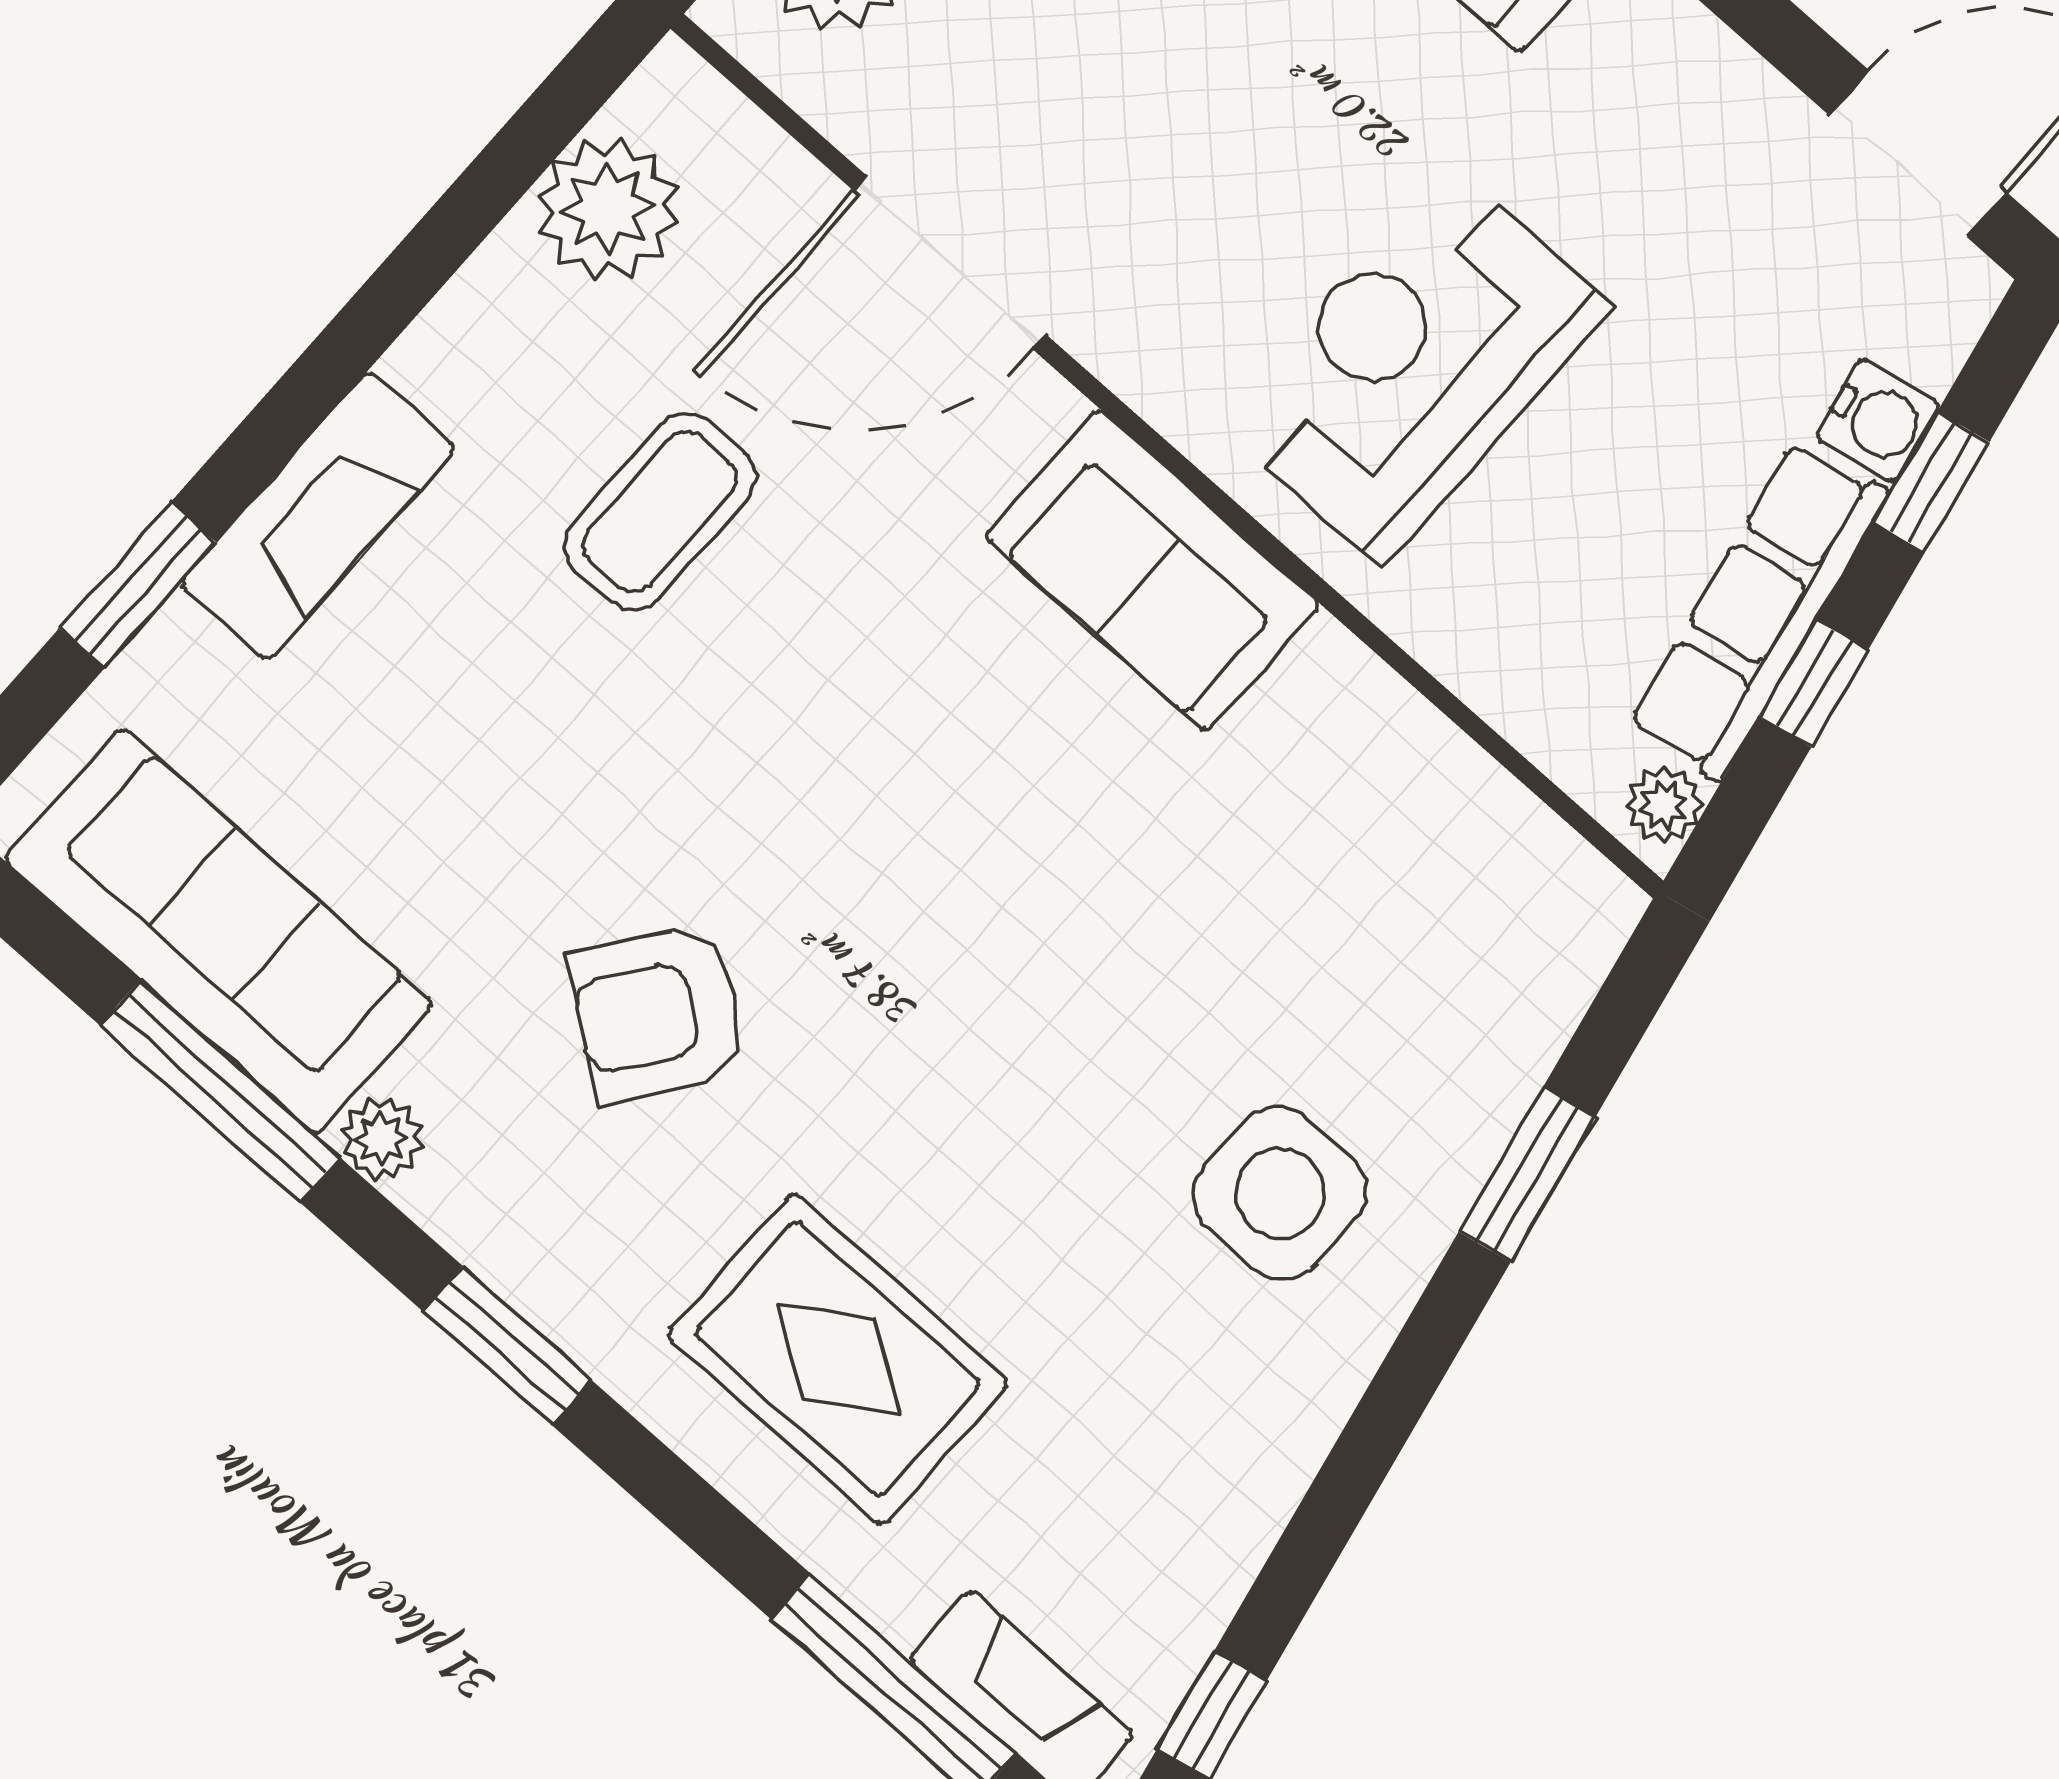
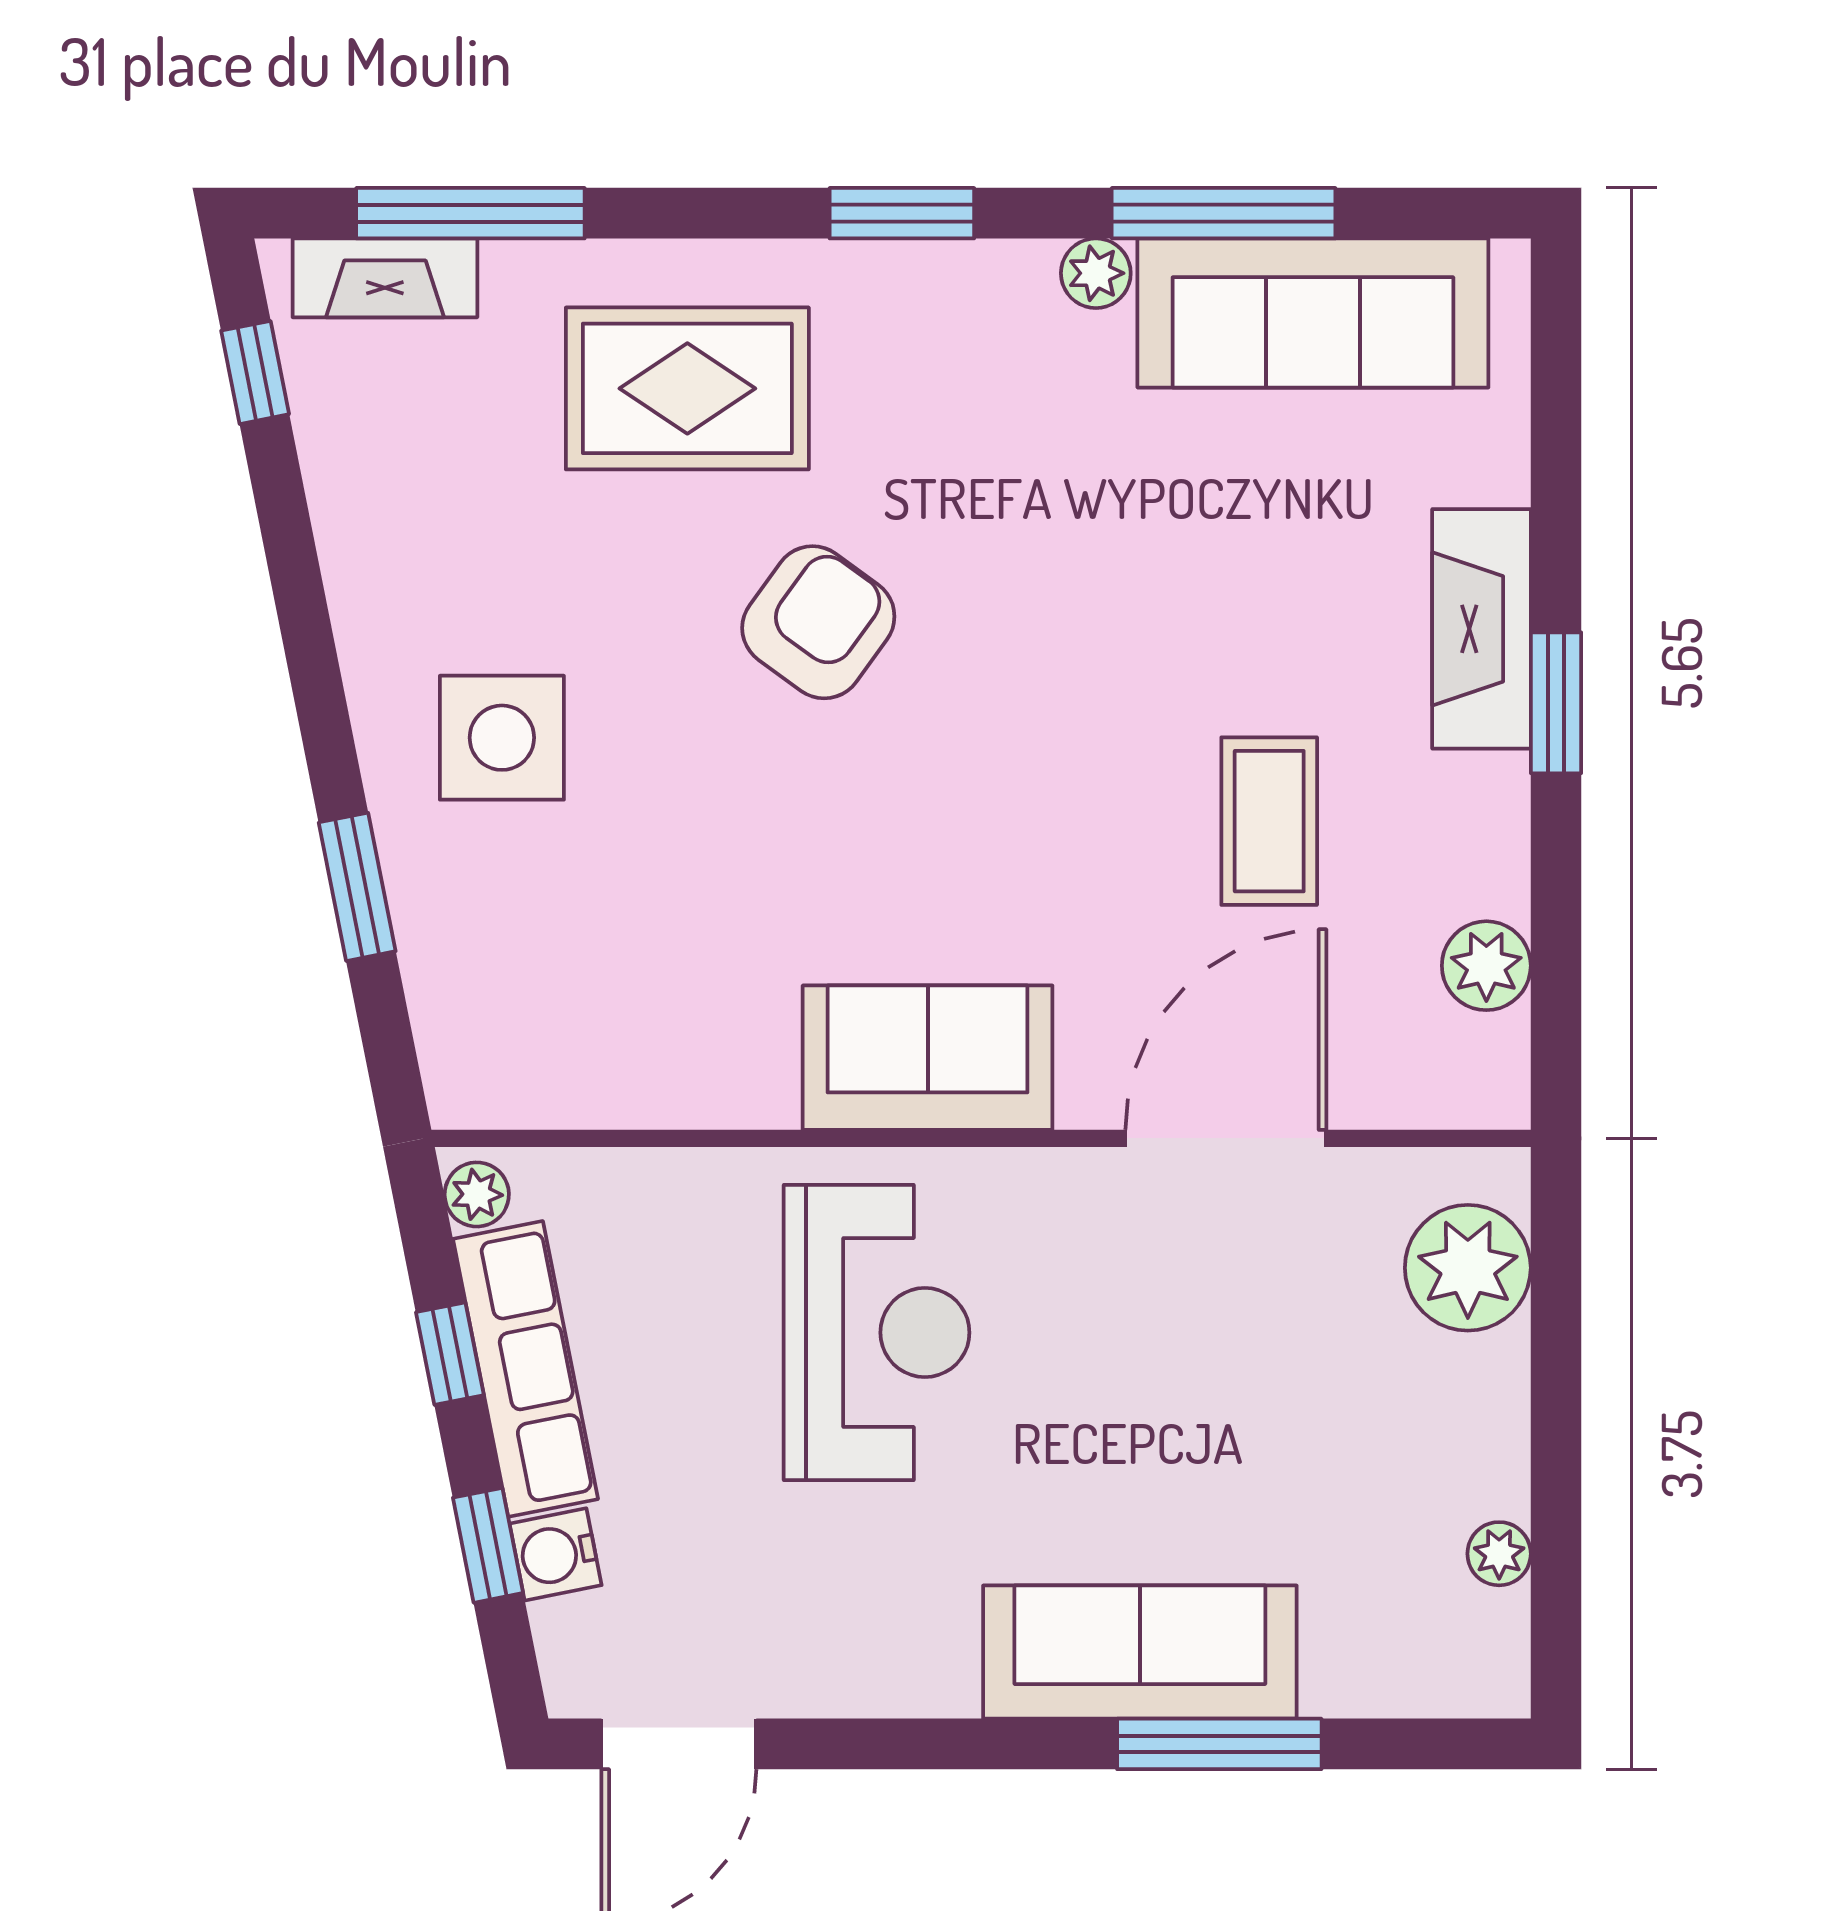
plant: (607, 209) -> (1486, 966), width x0.73, depth x0.73
window: (138, 585) -> (1556, 703), moved
armchair: (658, 1013) -> (818, 622), moved

